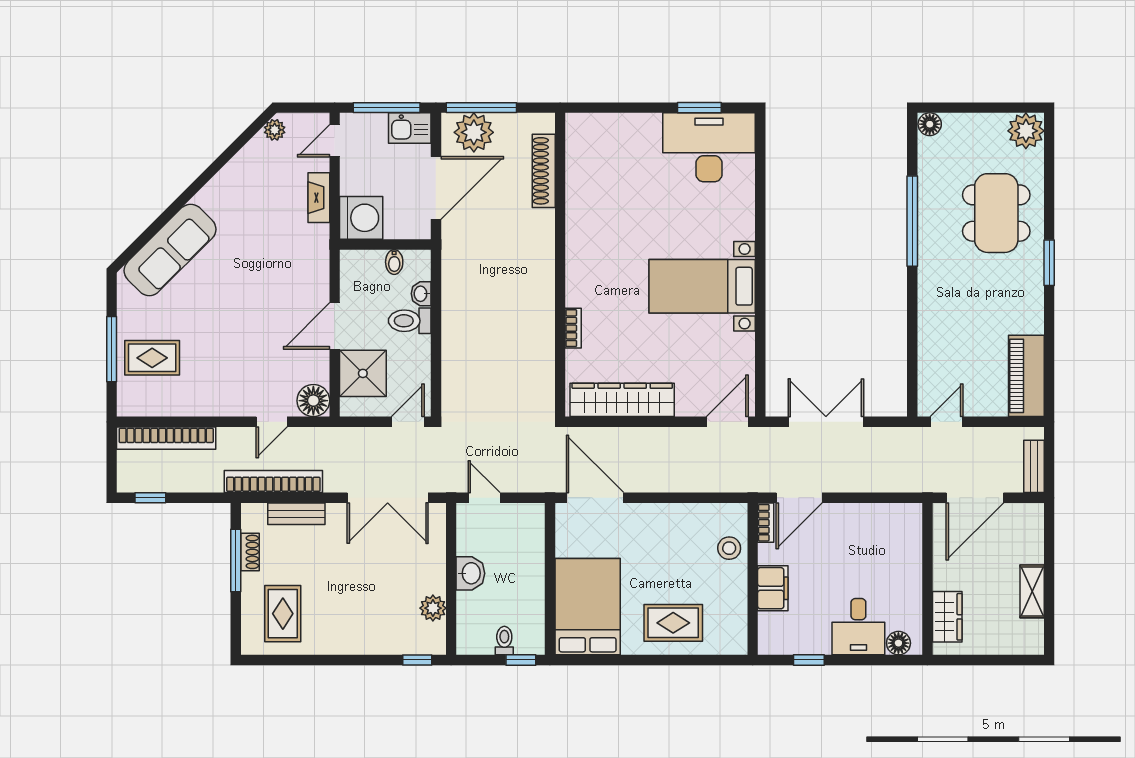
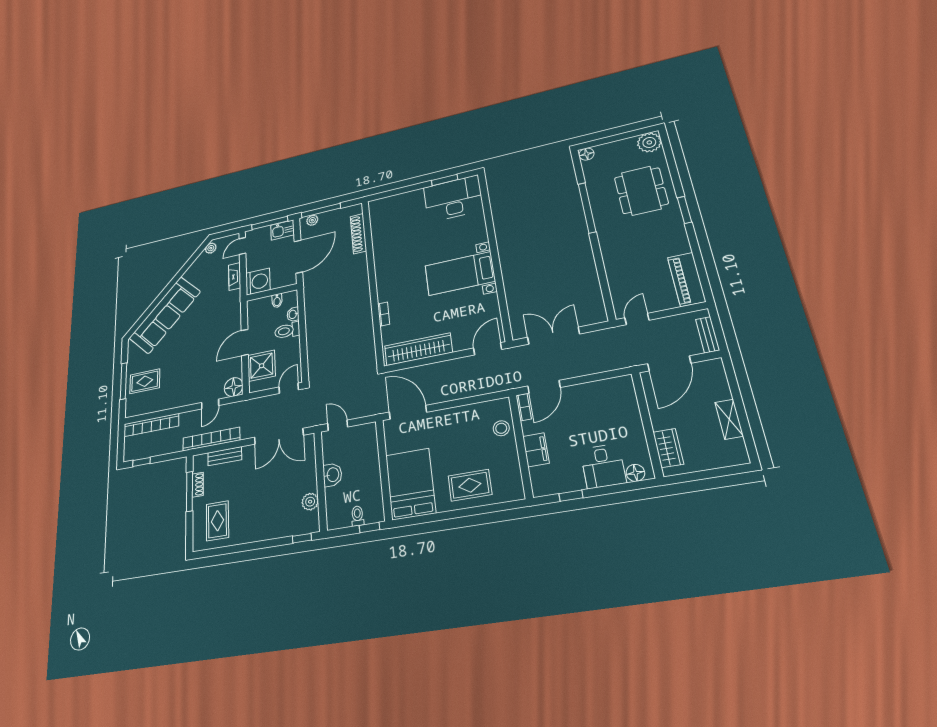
plant: (474, 132) -> (312, 220), width x0.53, depth x0.53
sofa: (170, 250) -> (165, 315), width x1.36, depth x1.27

